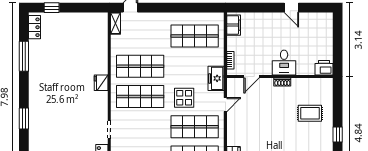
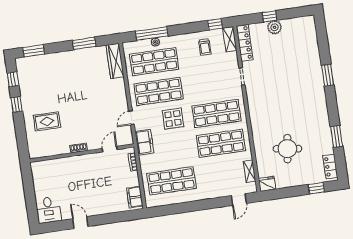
shelving: (116, 23) -> (250, 171), moved
round table: (75, 51) -> (287, 149), added
window: (24, 56) -> (337, 136), width x0.69
desk: (284, 63) -> (48, 210), moved, turned 180
printer: (324, 68) -> (40, 168), removed
fridge: (101, 83) -> (267, 184), moved, turned -90

